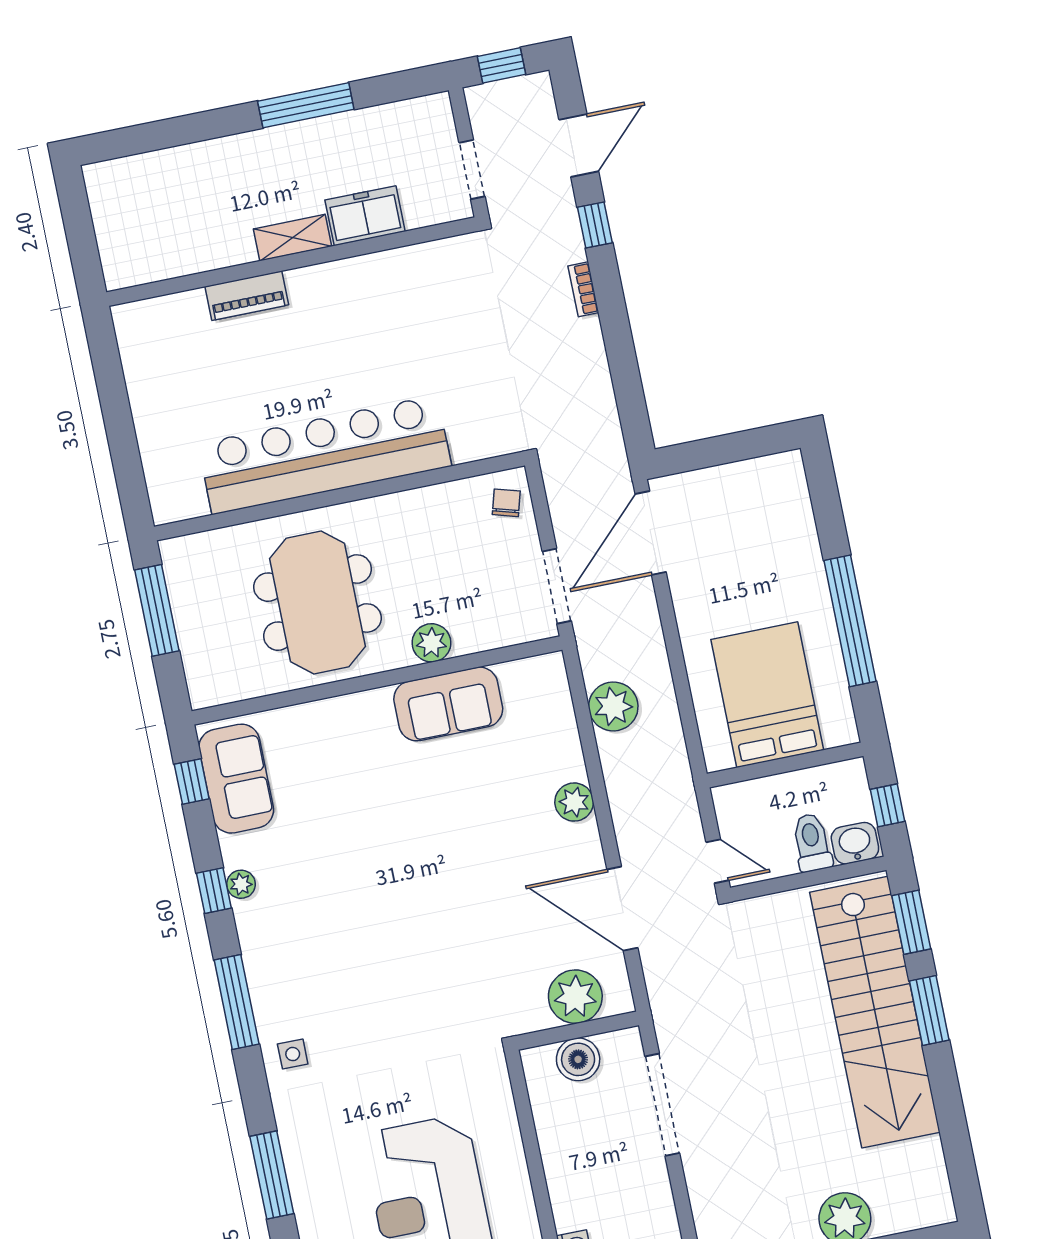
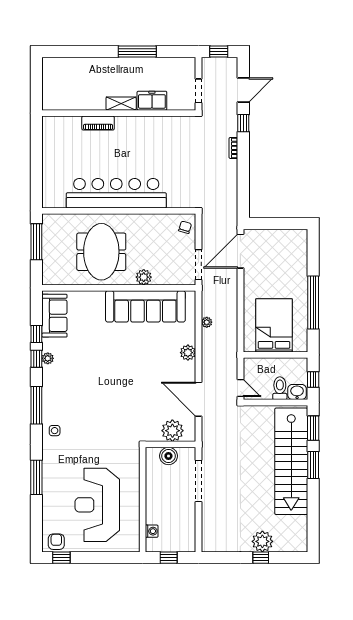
sofa: (448, 704) -> (145, 306), width x1.85, depth x1.27
plant: (613, 706) -> (207, 322), width x0.53, depth x0.53
window: (192, 781) -> (36, 334), moved

